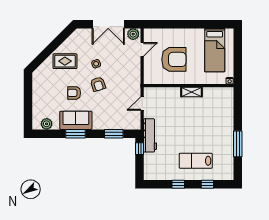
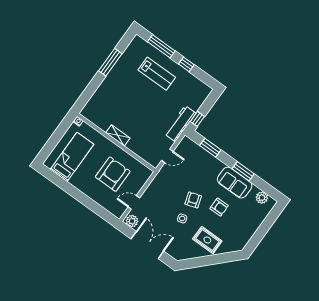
armchair: (174, 59) -> (113, 174), turned 90
window: (207, 184) -> (161, 46), width x2.17

